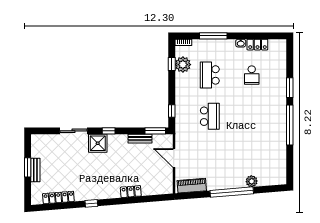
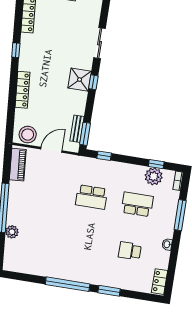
locker: (257, 45) -> (160, 282), moved
bench: (140, 139) -> (77, 129), moved
shower: (98, 143) -> (80, 80), moved
stool: (164, 181) -> (28, 135), added
locker: (131, 192) -> (22, 90), width x1.53

